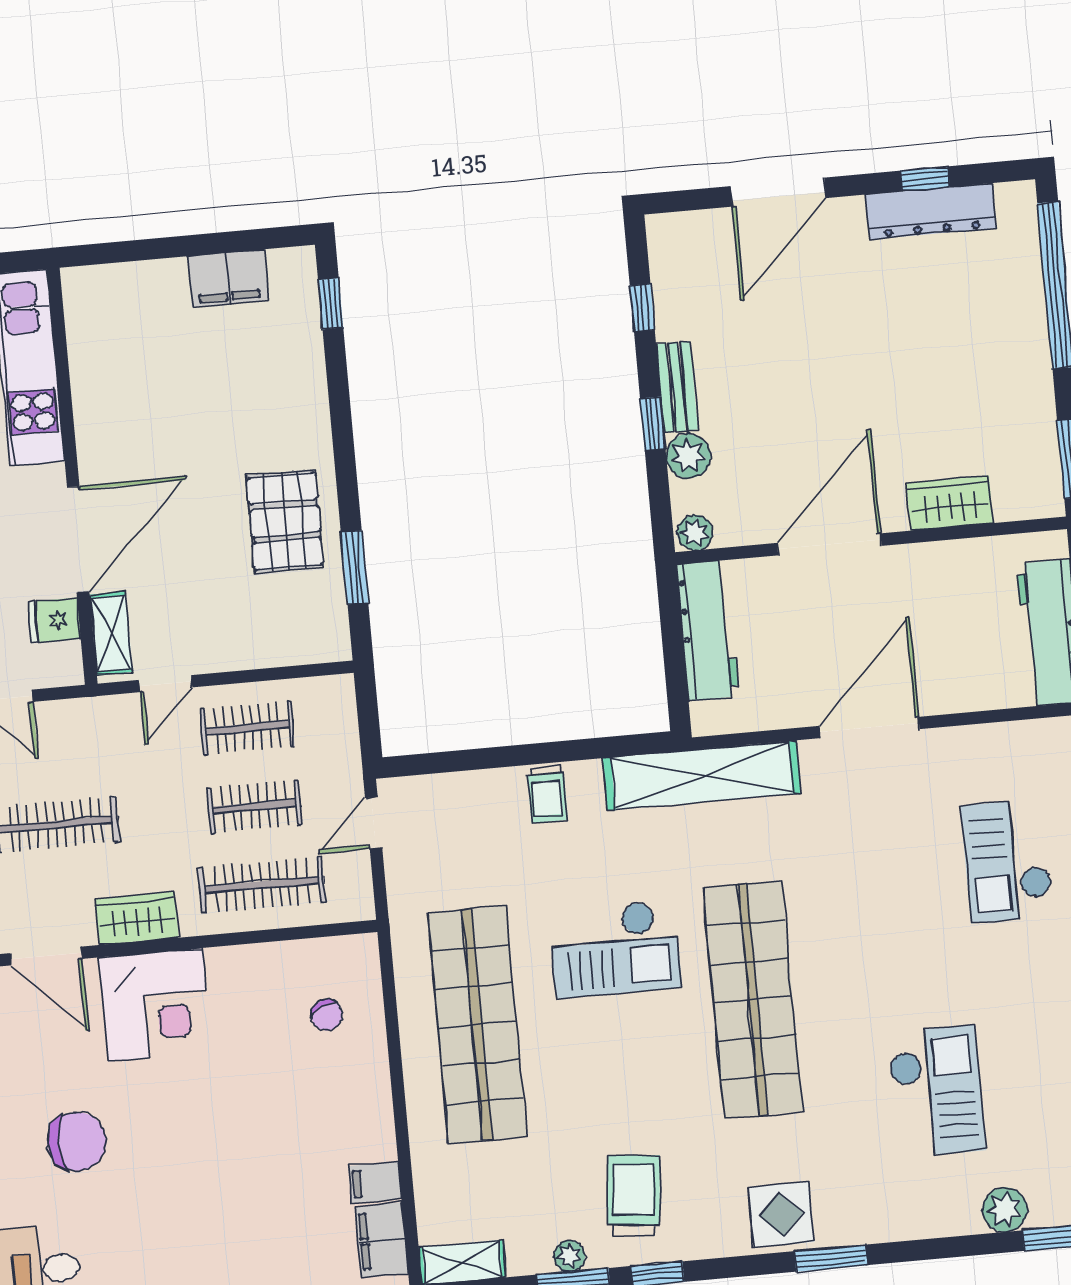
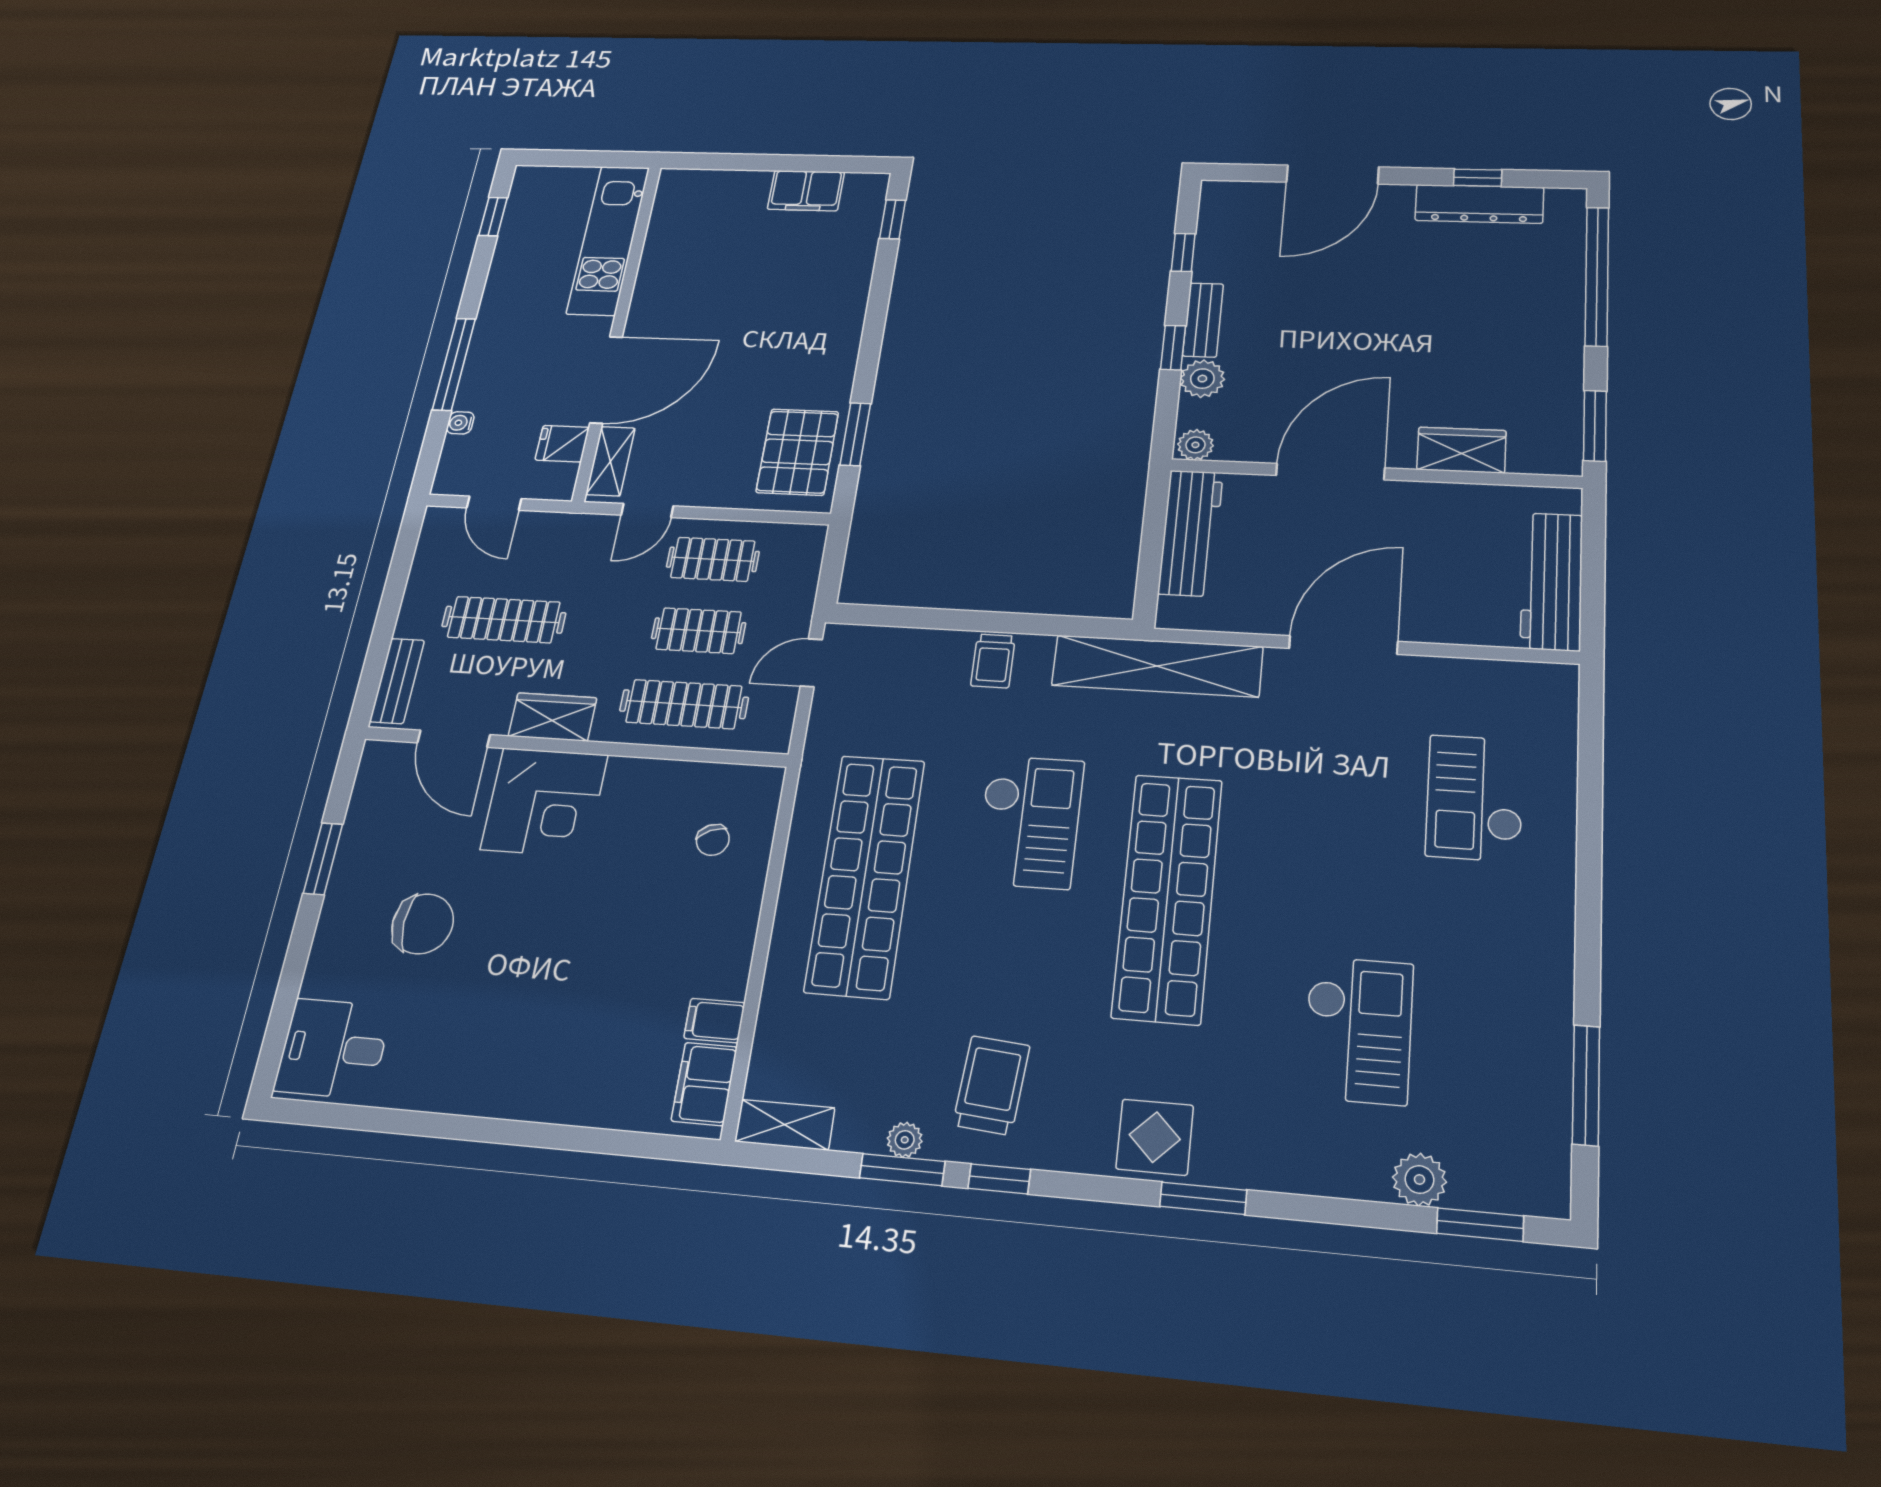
pallet: (285, 521) -> (797, 452), moved
checkout: (615, 949) -> (1029, 822), turned -90

